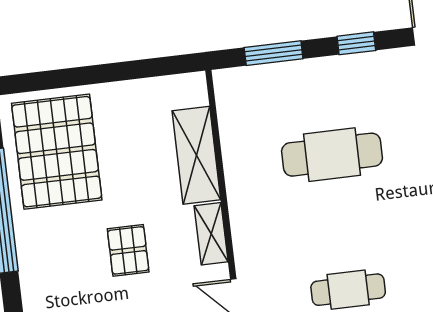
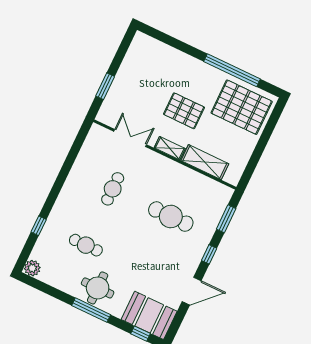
cafe table: (332, 155) -> (171, 217), turned 90
pallet: (128, 250) -> (184, 111), width x1.50, depth x1.42

